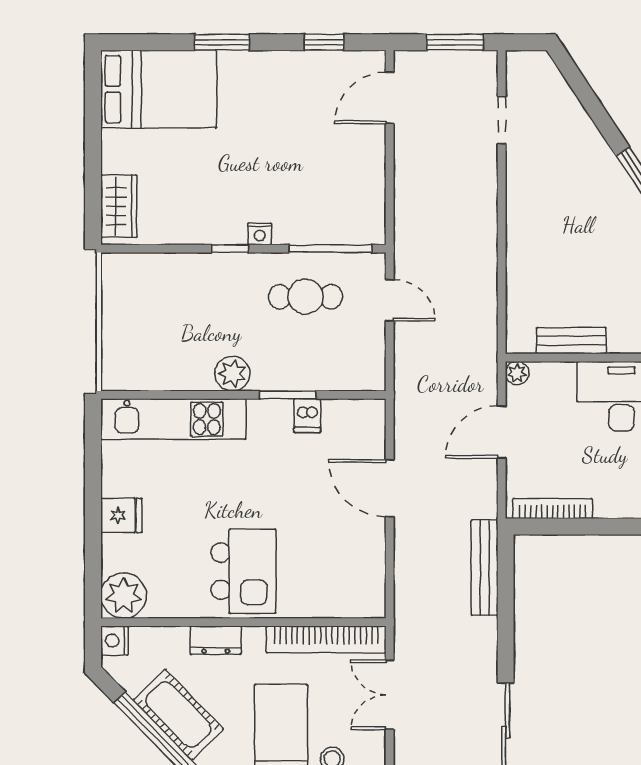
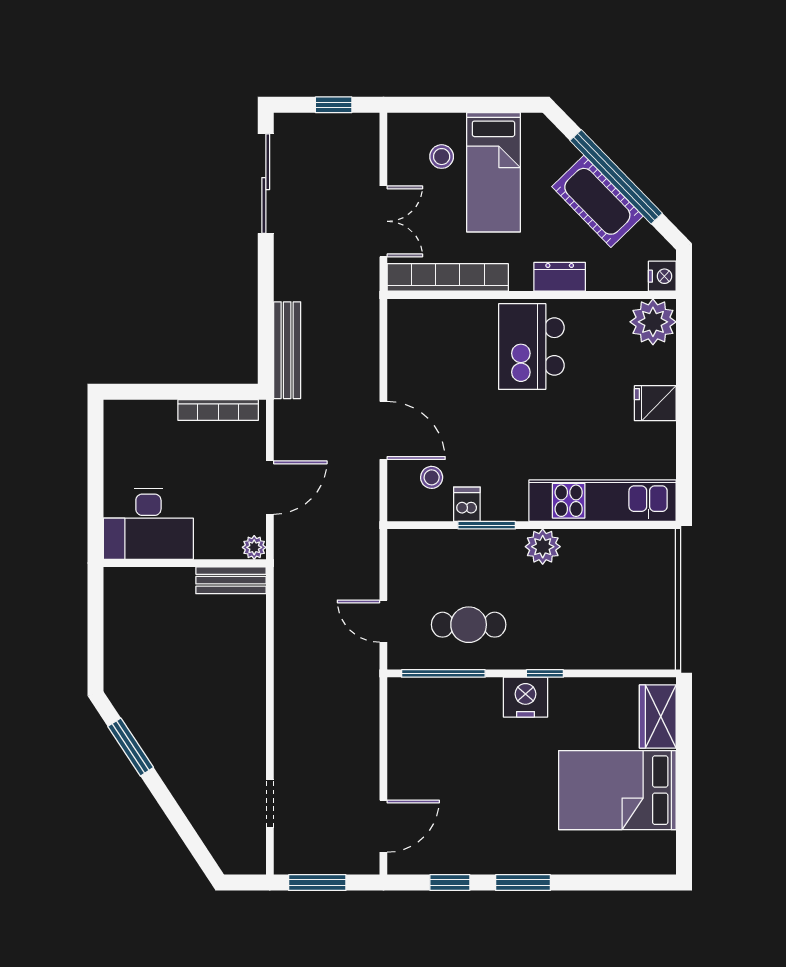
window: (222, 42) -> (523, 883), moved
bed: (159, 89) -> (617, 790), moved
nightstand: (260, 234) -> (526, 697), width x1.89, depth x1.79
bench: (571, 341) -> (231, 580), moved
stool: (342, 442) -> (432, 477), added

